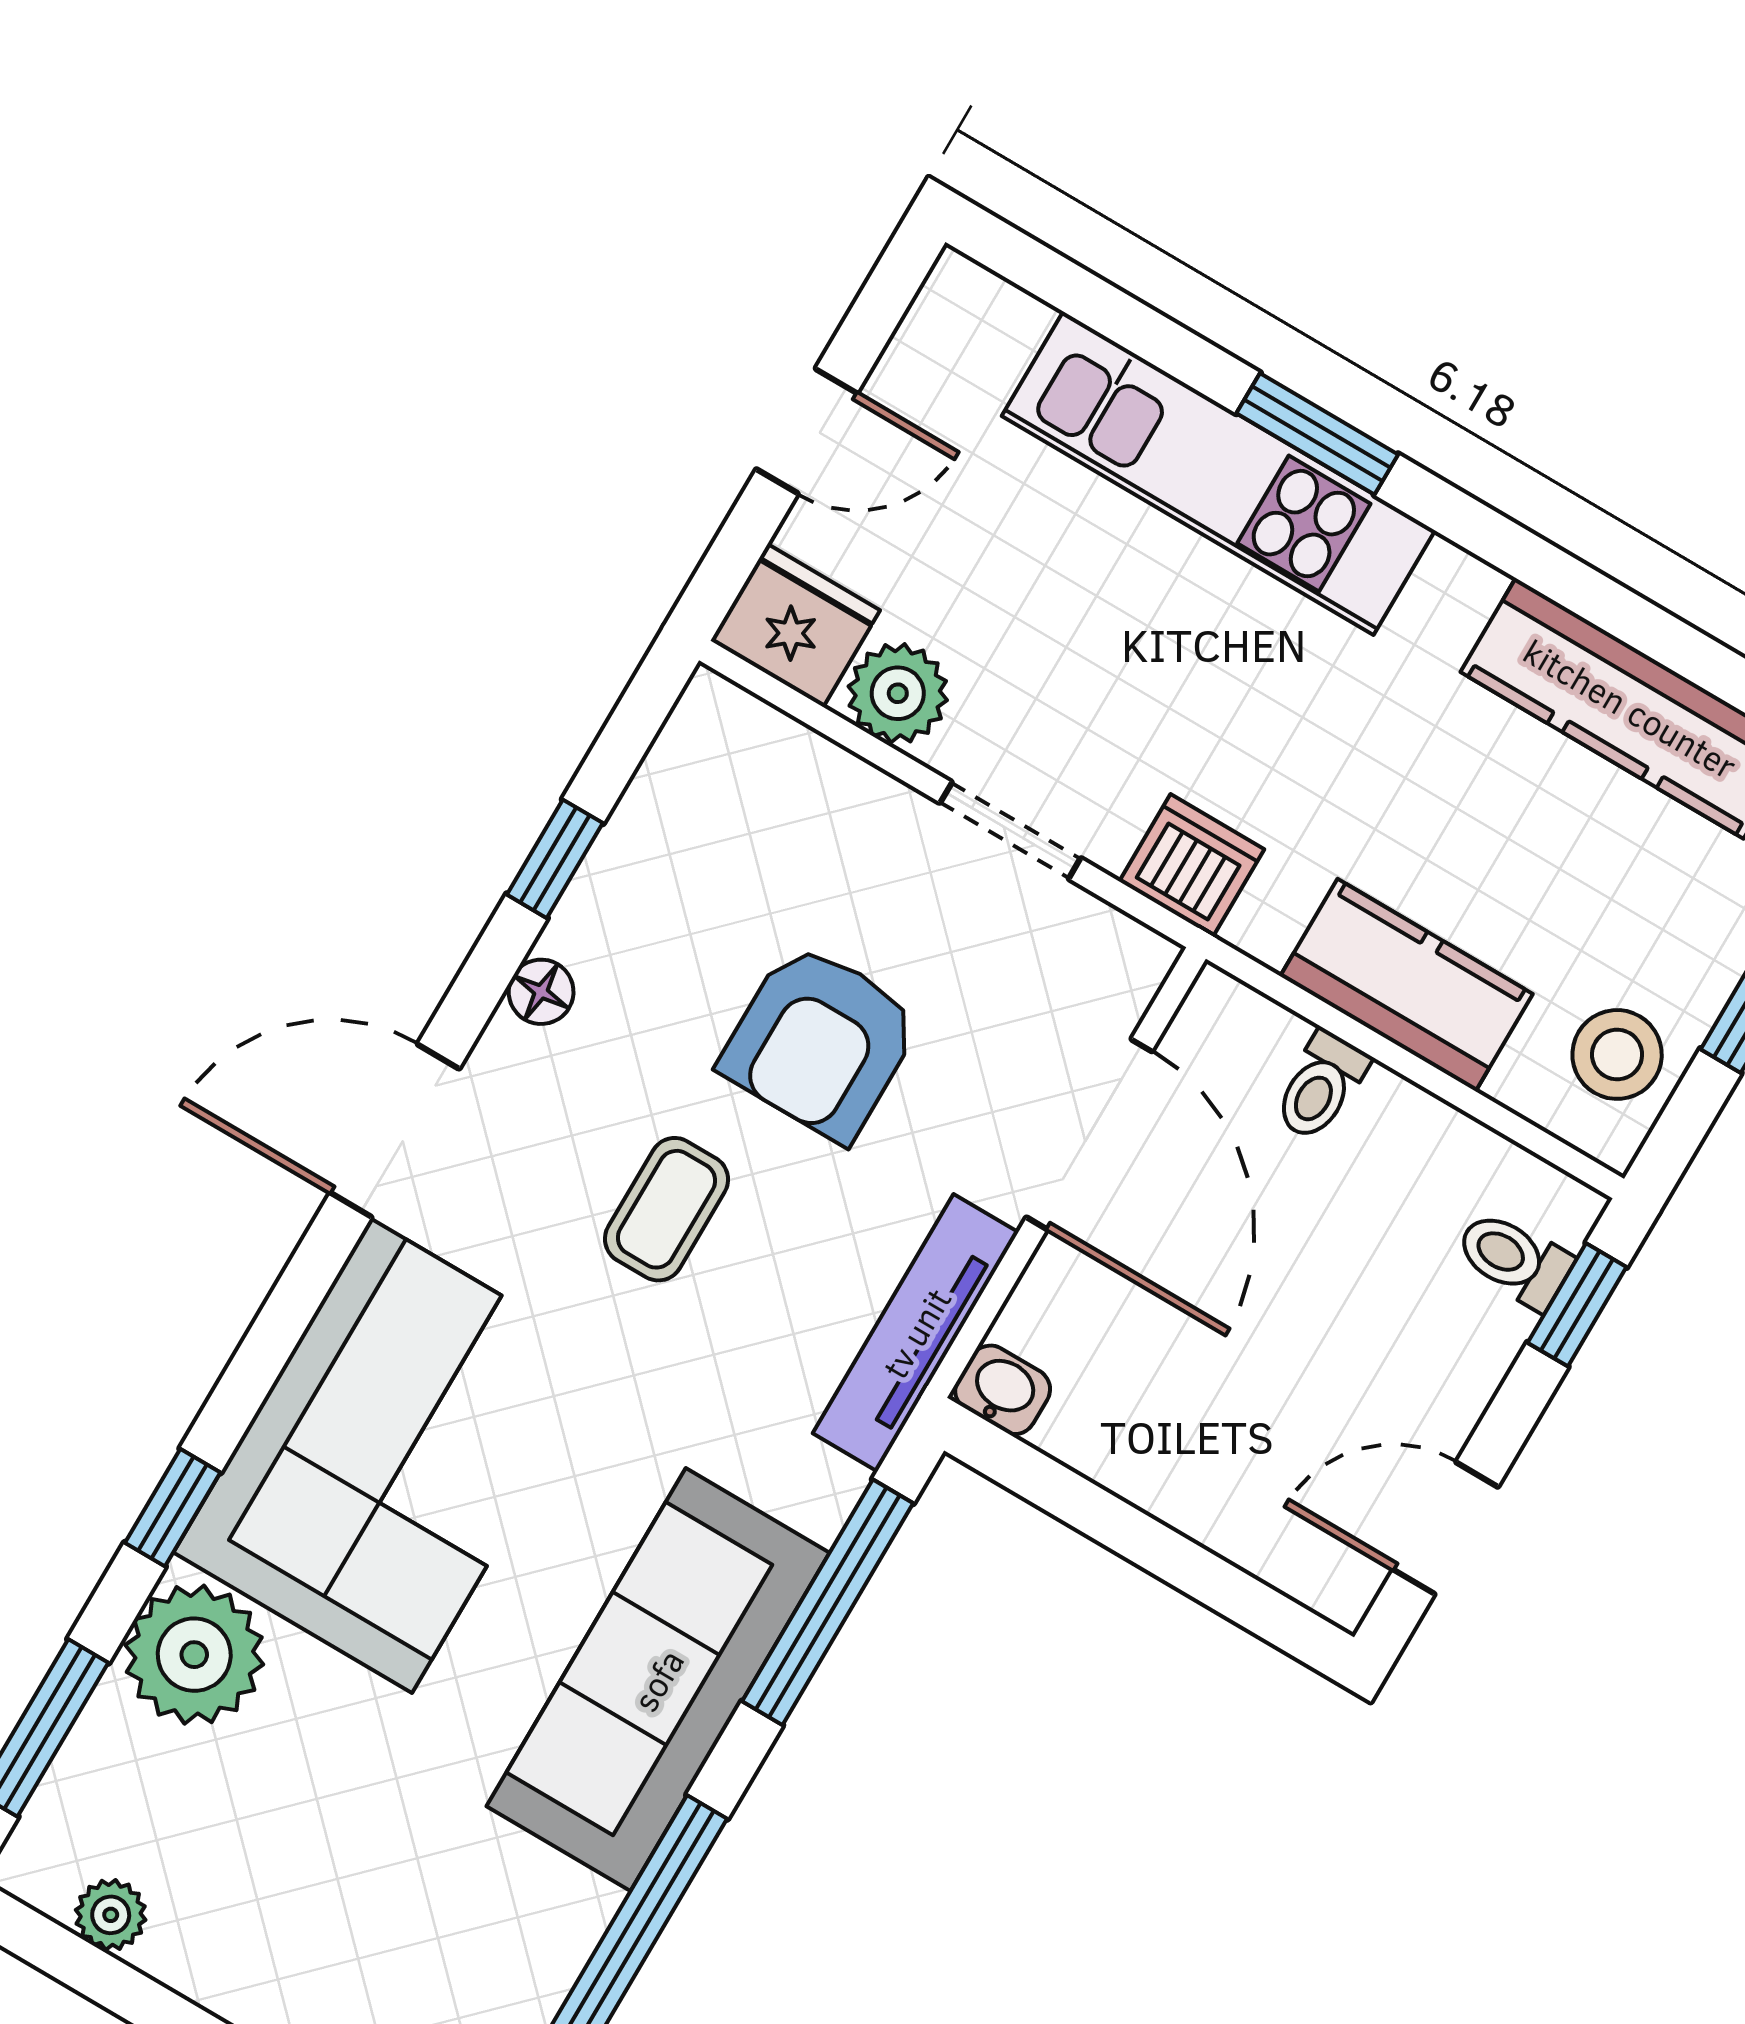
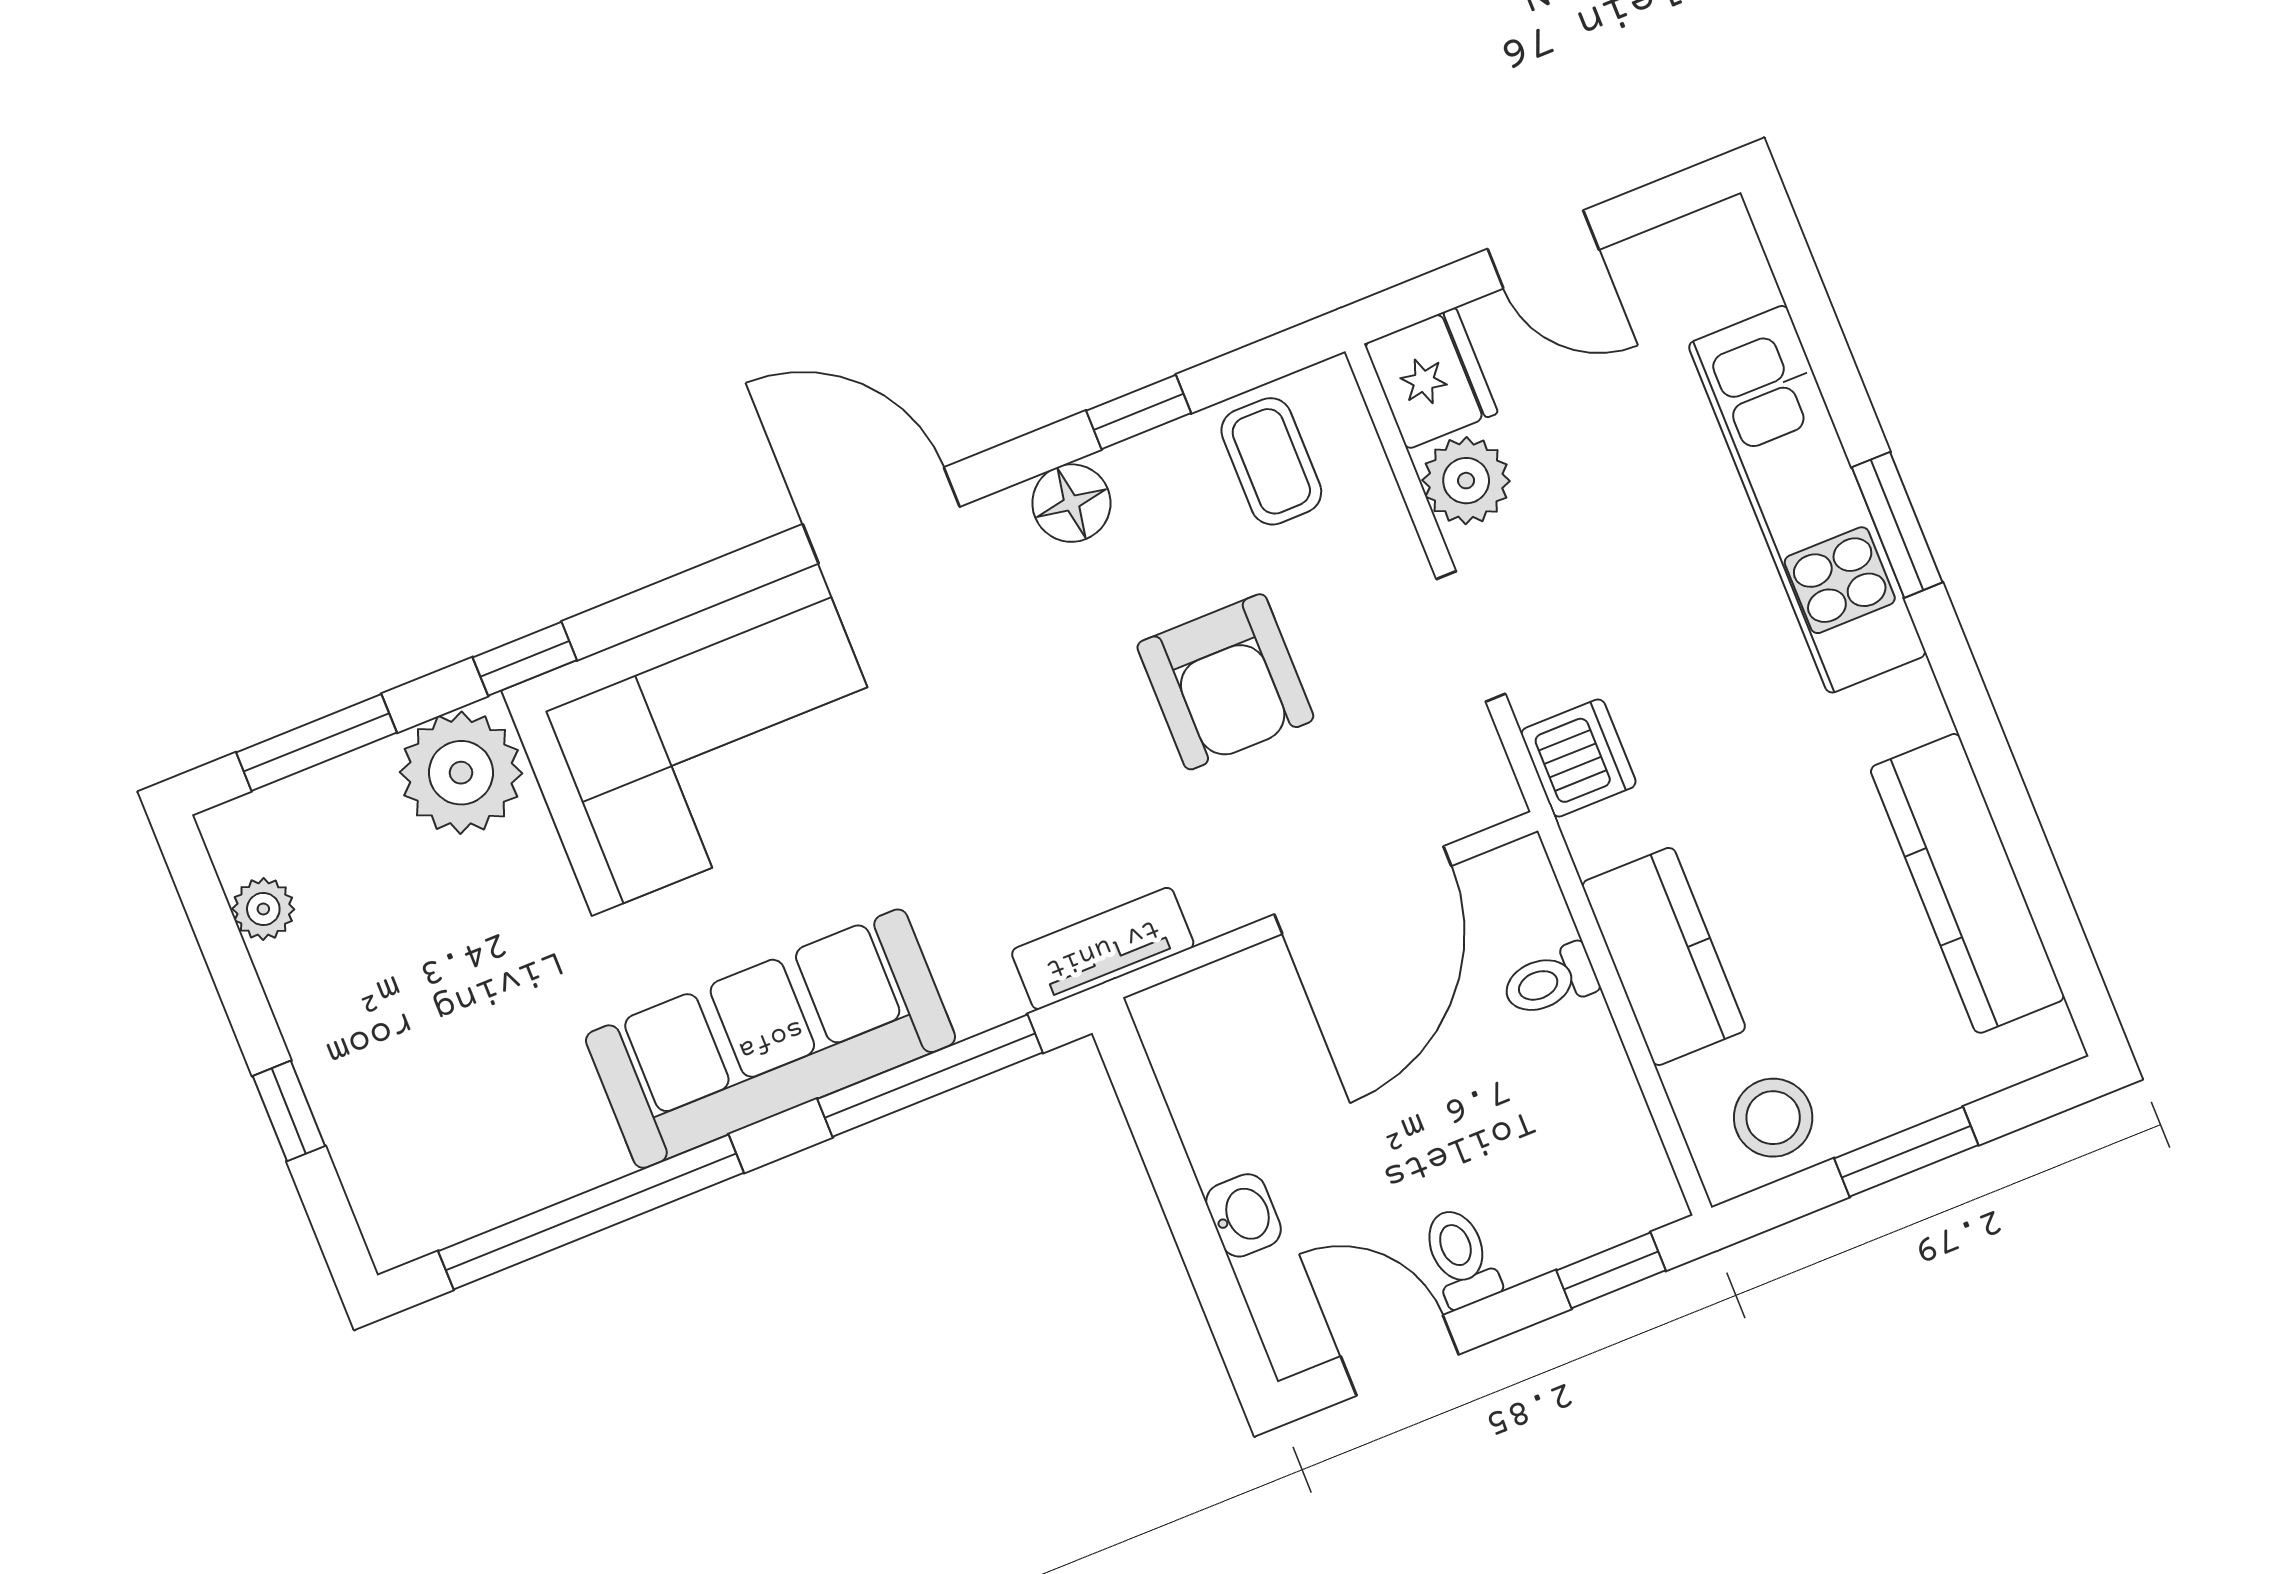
floor lamp: (541, 992) -> (1071, 503), width x1.37, depth x1.37
armchair: (820, 1042) -> (1225, 682), turned -90
coffee table: (666, 1209) -> (1271, 461), moved, turned 90
toilet: (1514, 1259) -> (1460, 1257), moved
tv unit: (916, 1333) -> (1103, 948), width x0.71
washbasin: (1003, 1390) -> (1243, 1215), moved

